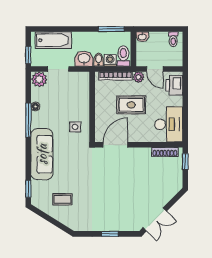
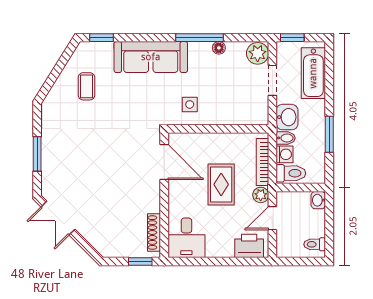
window: (111, 29) -> (329, 134), moved
desk: (169, 124) -> (186, 238), width x0.73
window: (110, 234) -> (37, 154), width x1.50

